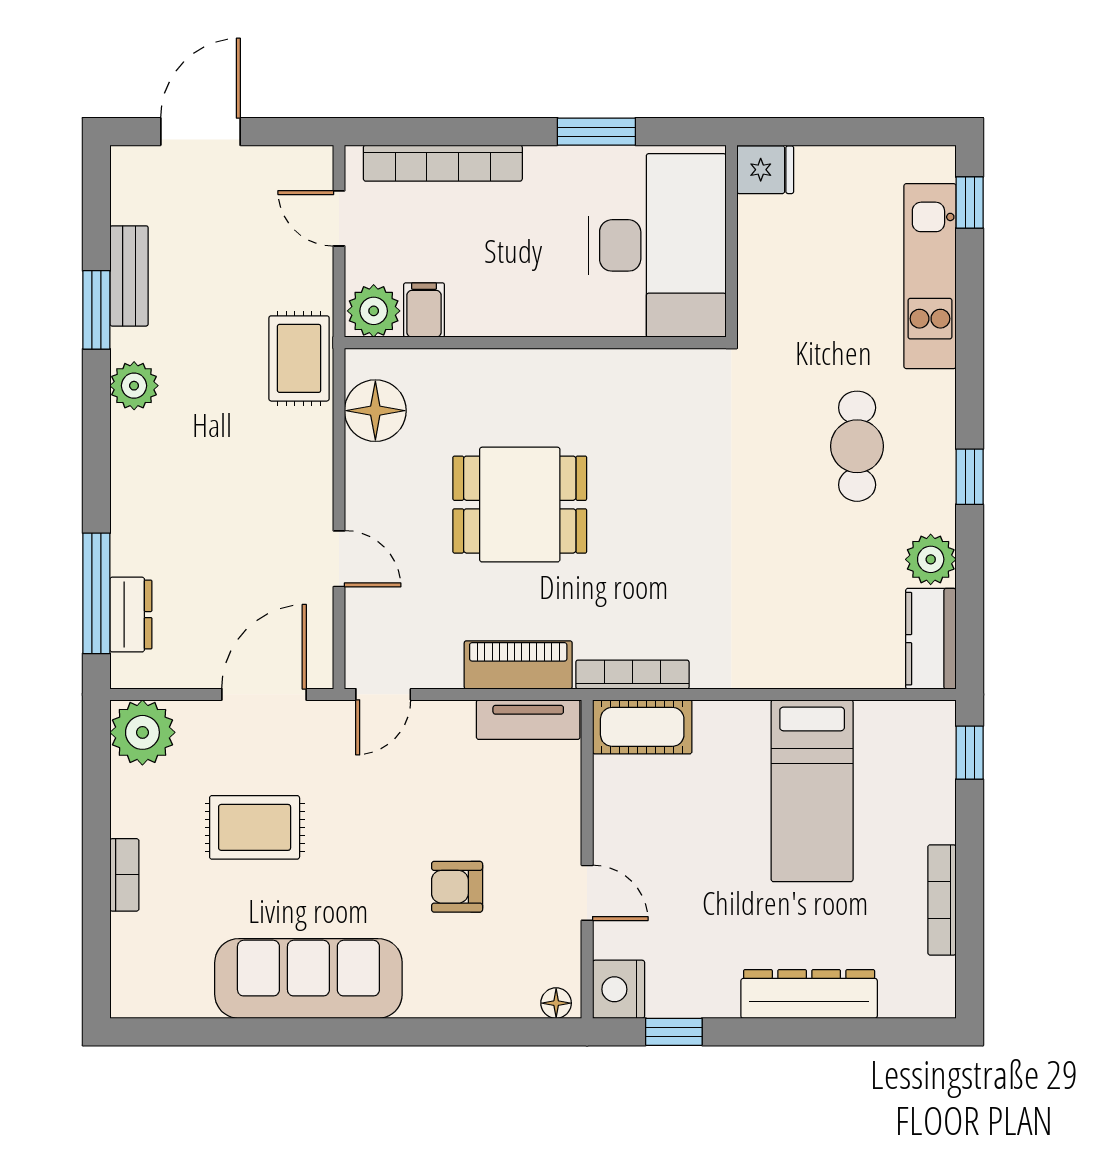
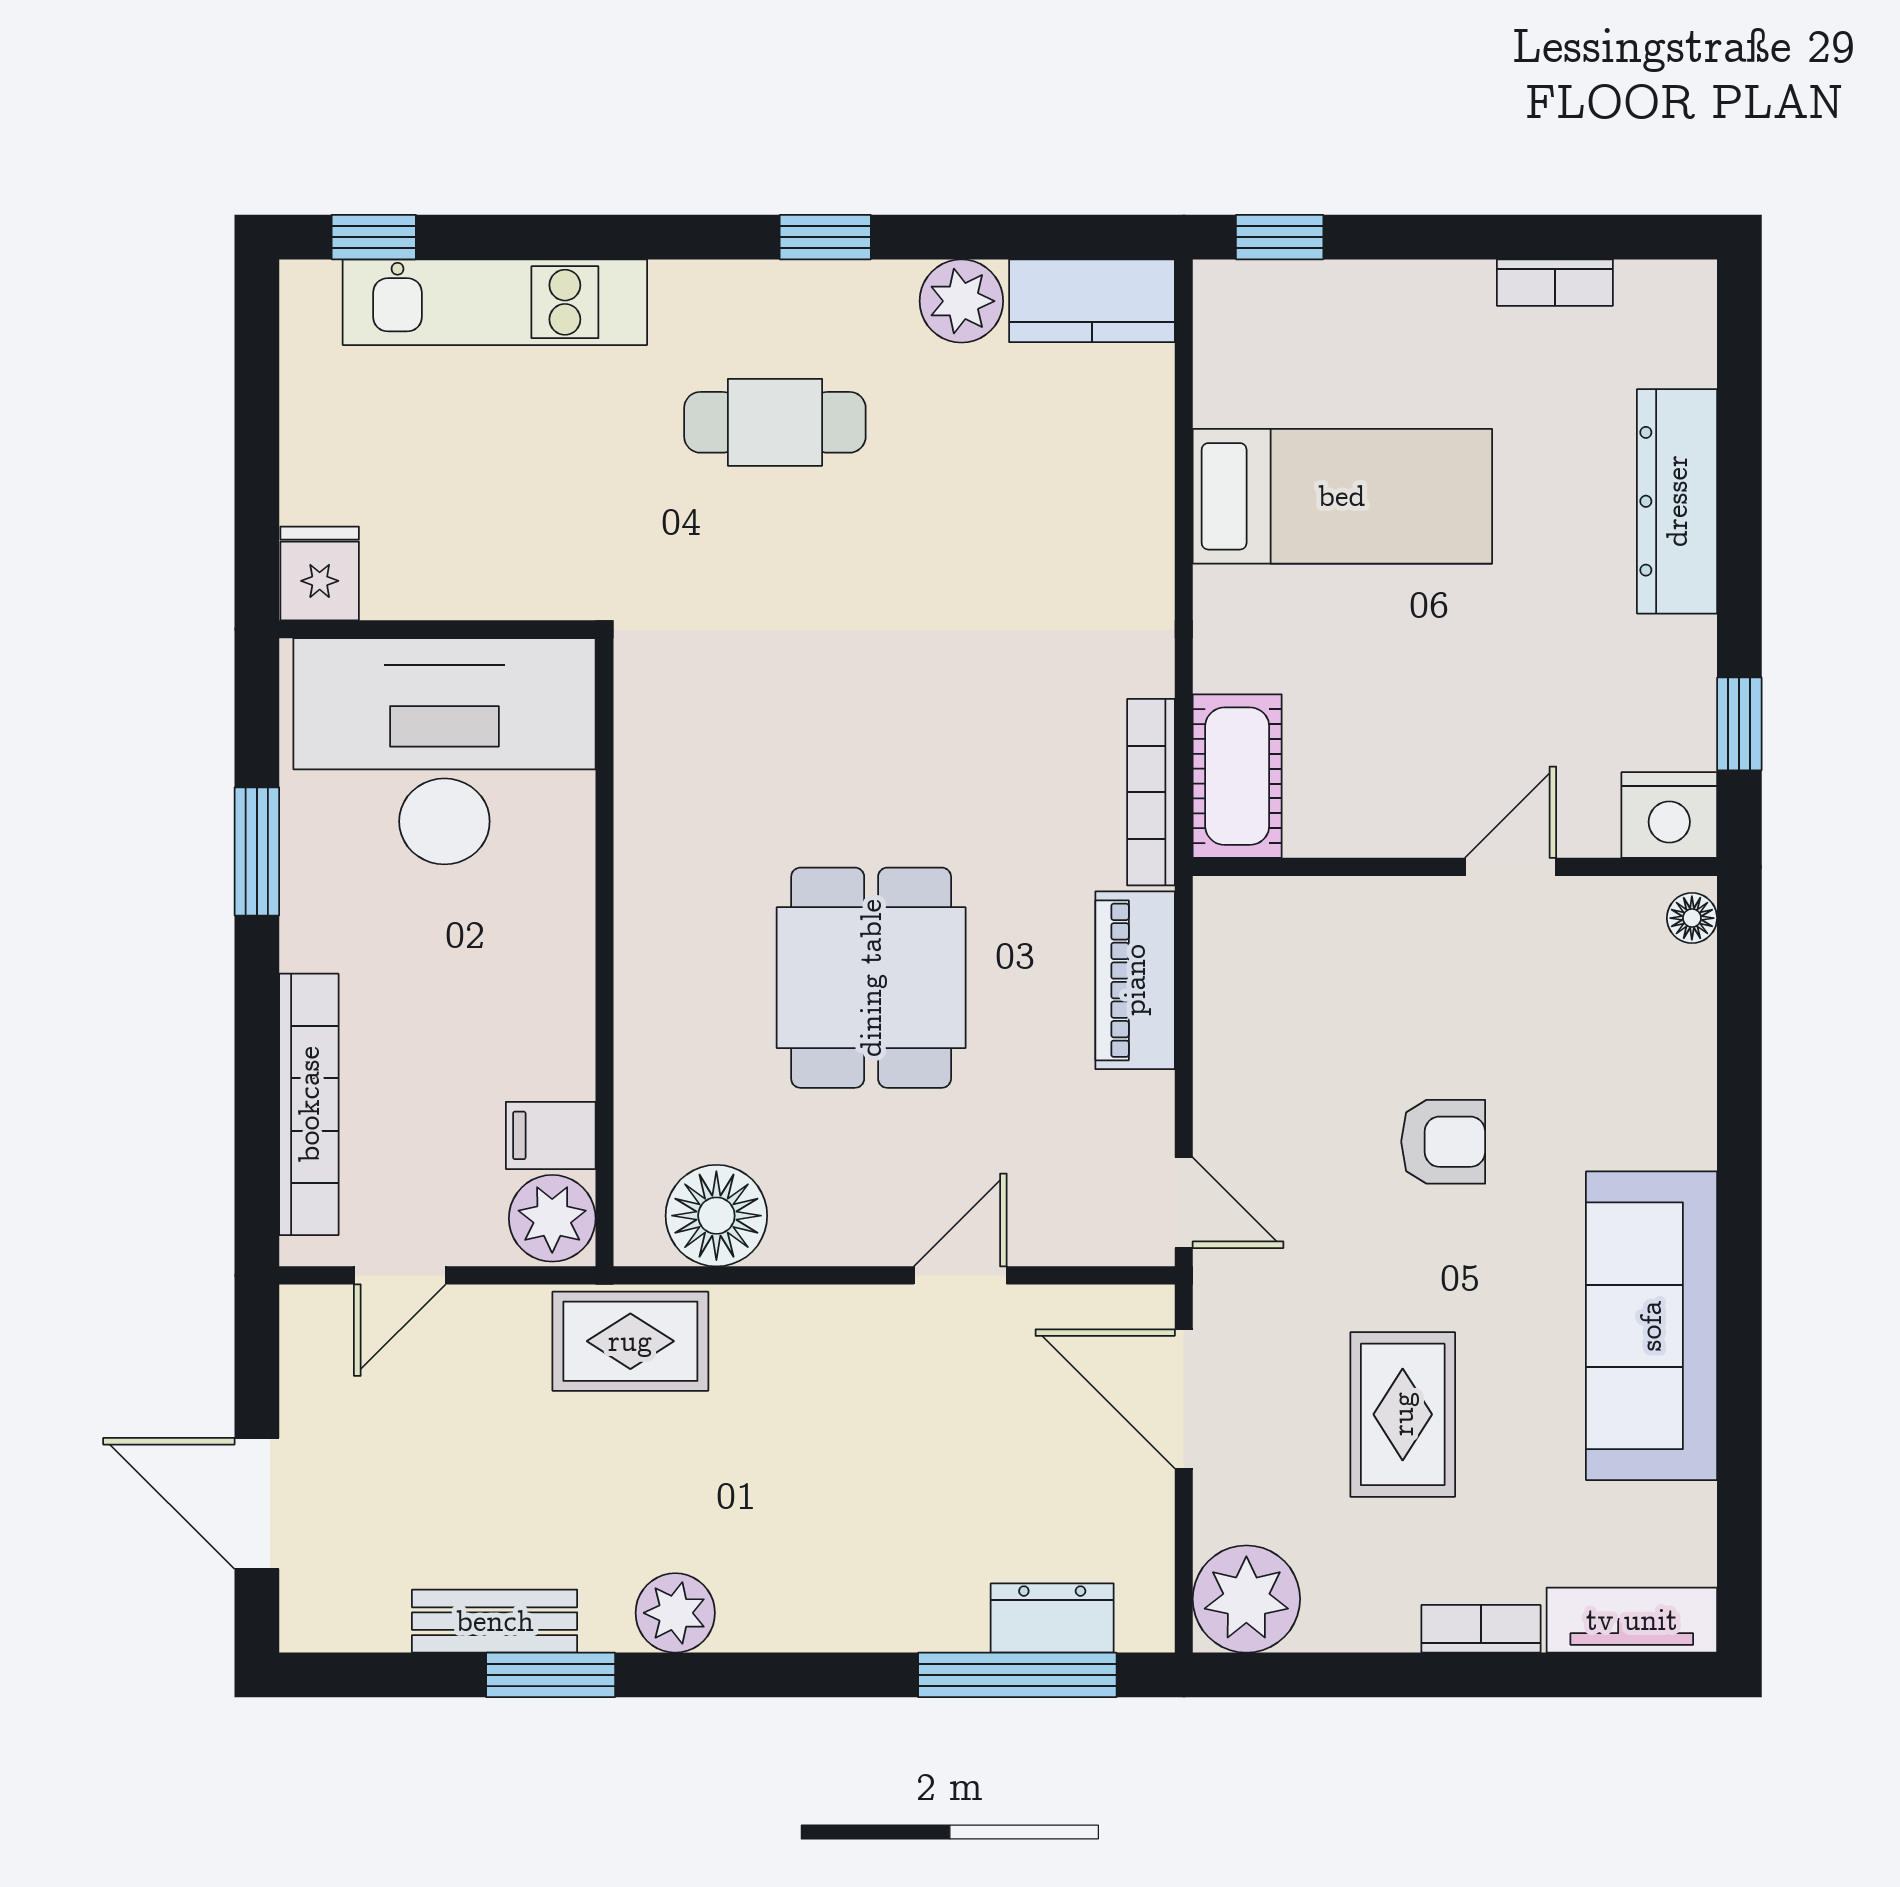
tv unit: (528, 720) -> (1632, 1620), moved, turned -90
armchair: (457, 887) -> (1443, 1142), moved, turned -90
bookcase: (942, 900) -> (1555, 283), width x0.64

